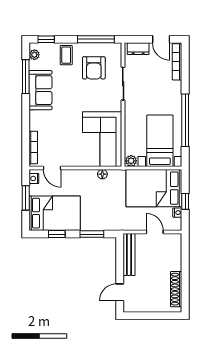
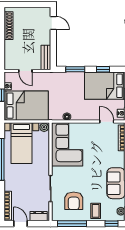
armchair: (94, 68) -> (74, 201), turned 180
bench: (129, 255) -> (46, 57), width x0.73
door: (120, 292) -> (53, 23), hinge flipped

